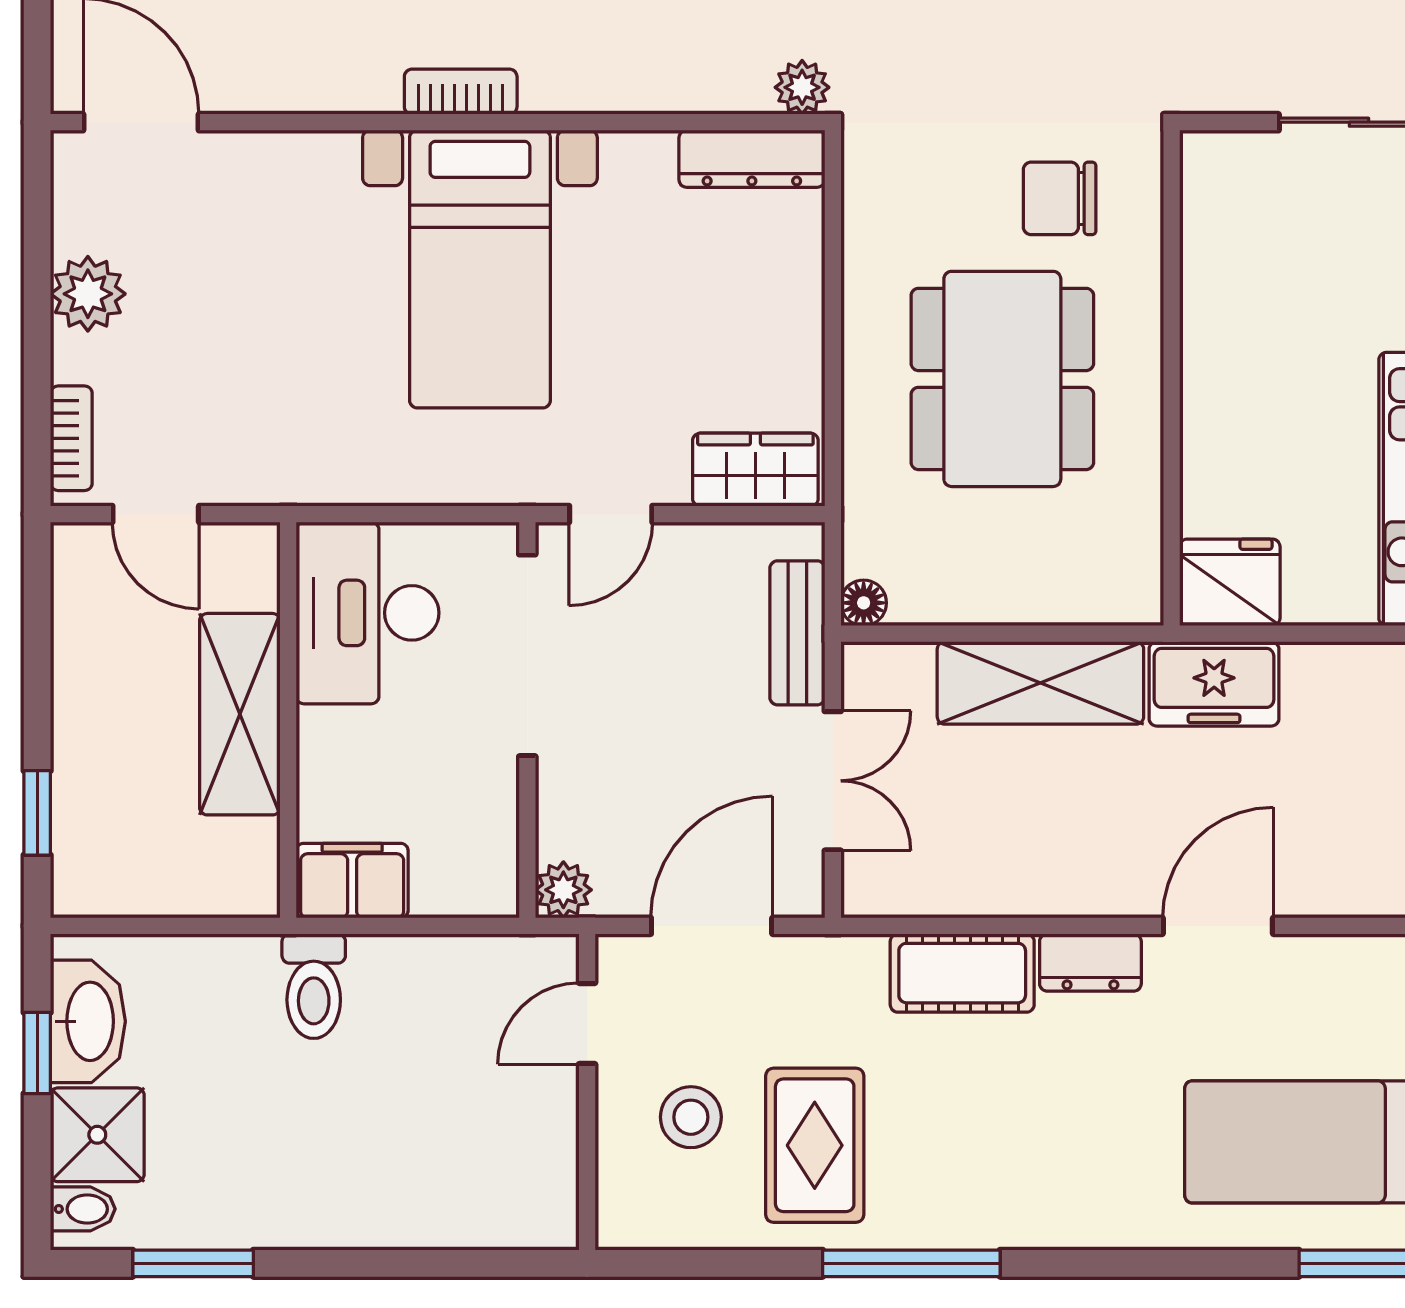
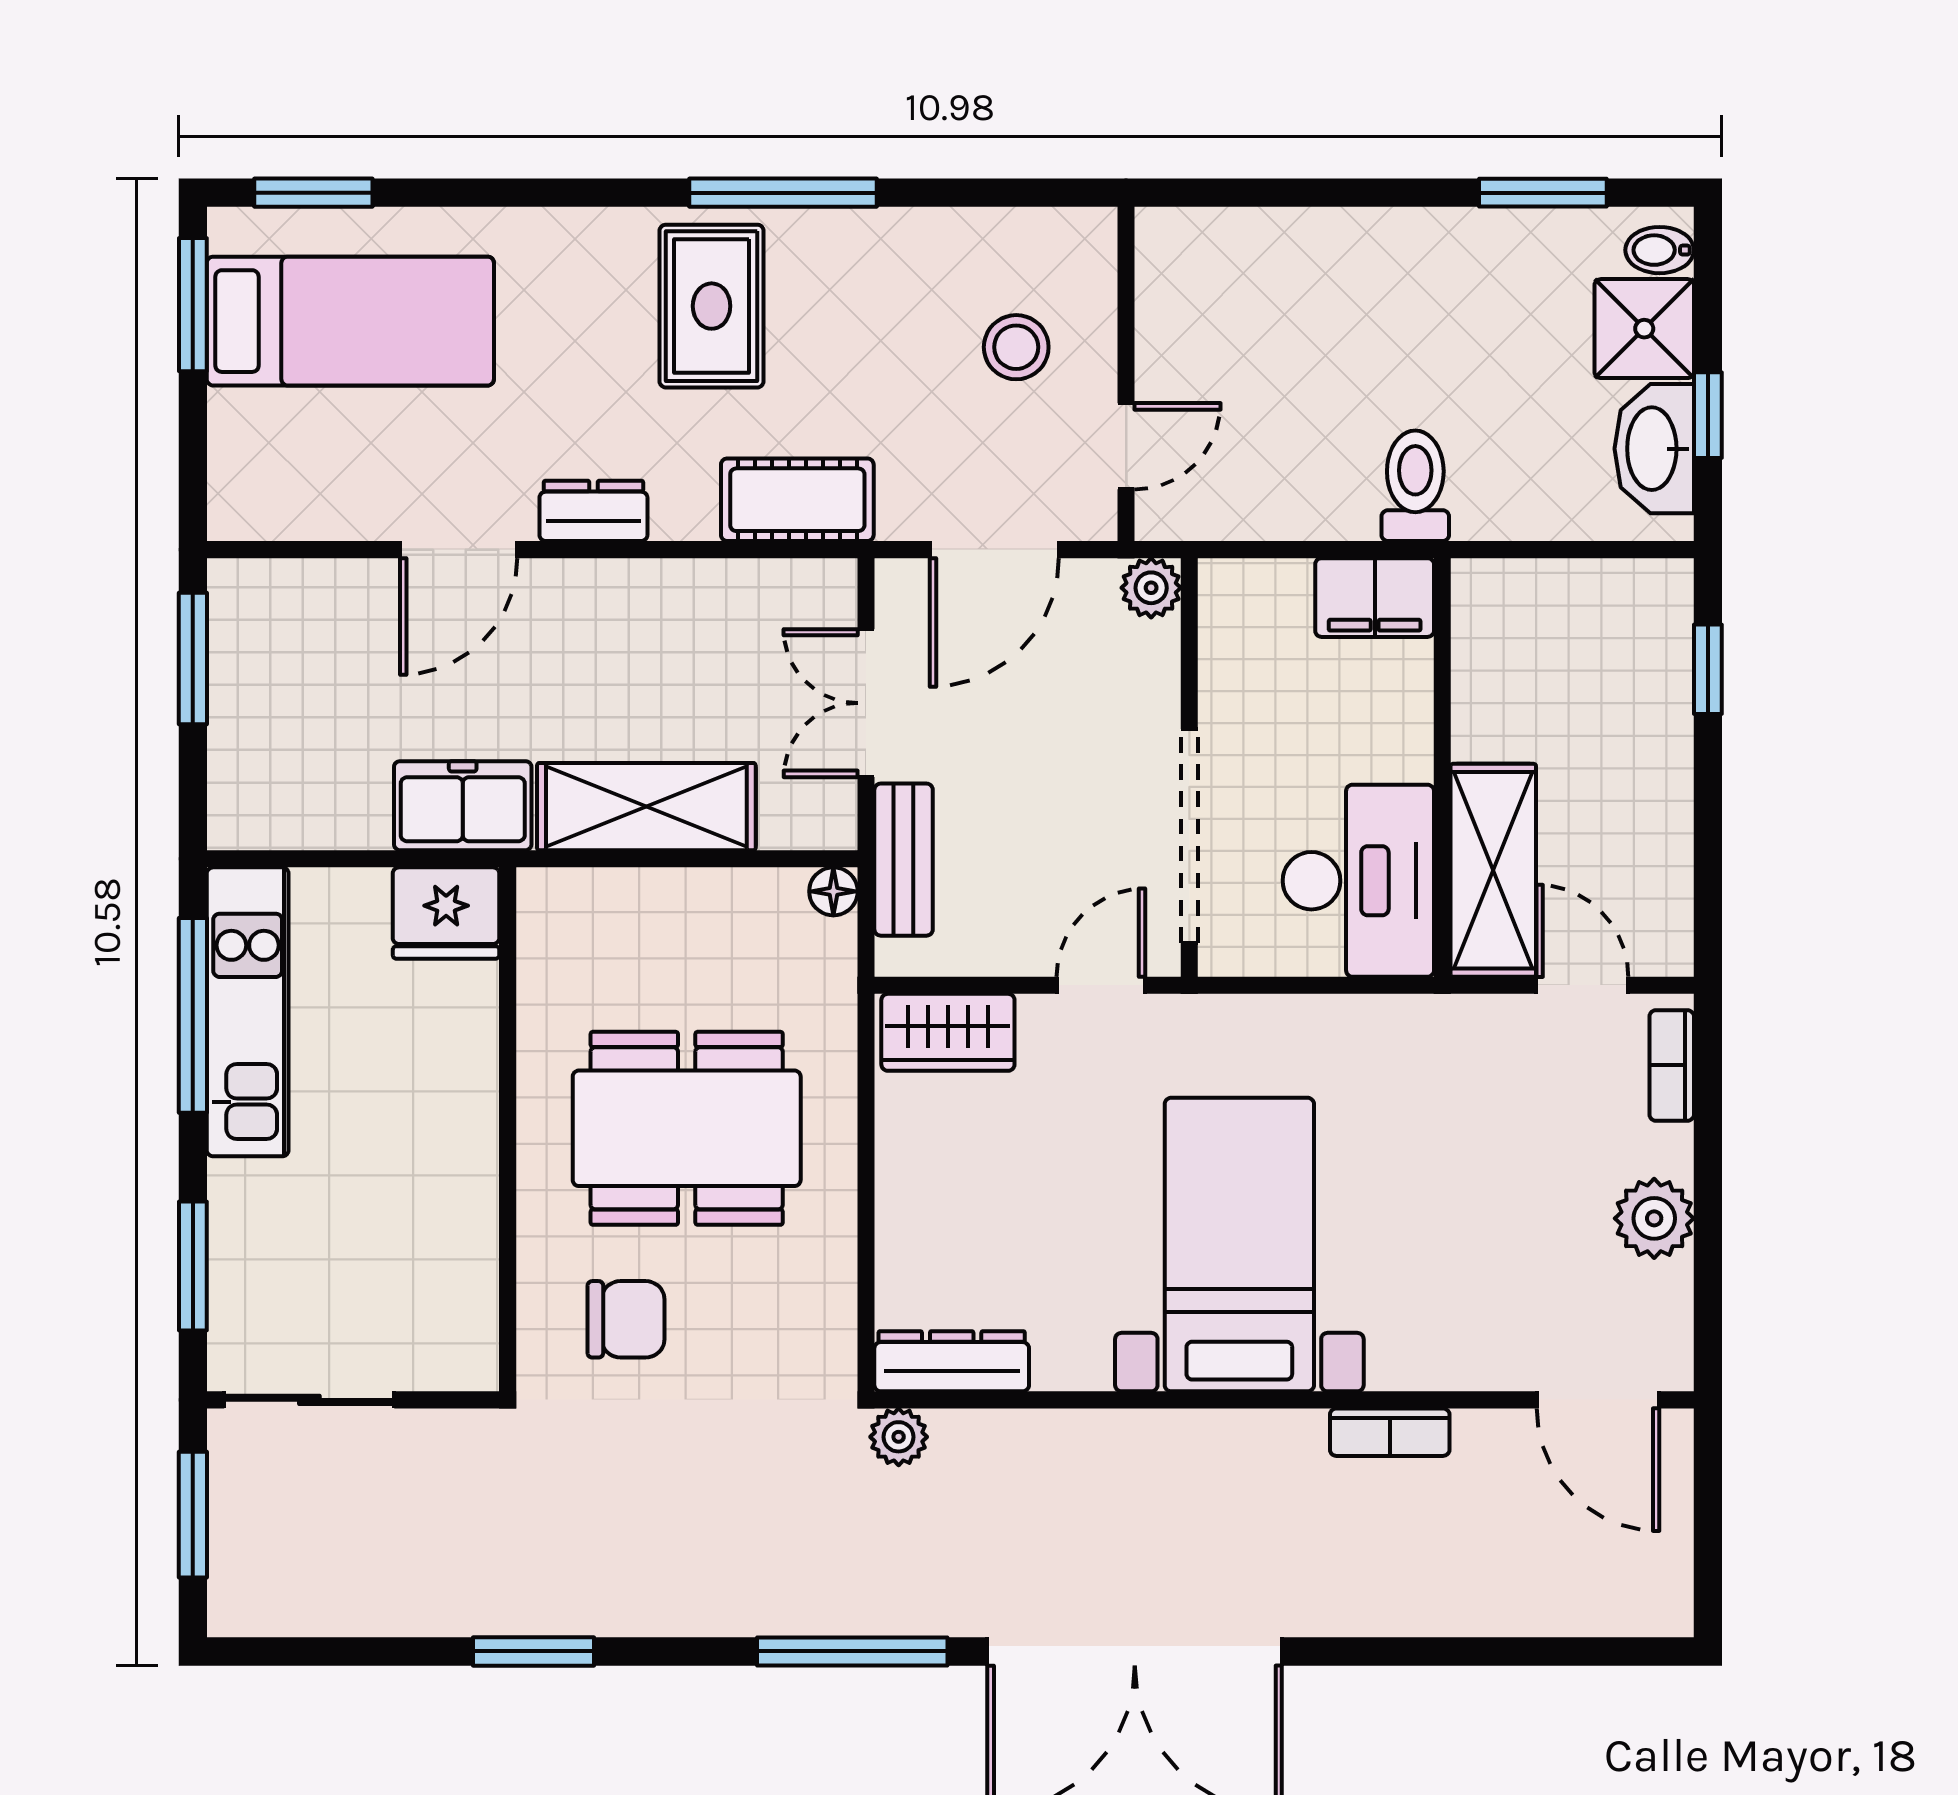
bookcase: (461, 92) -> (1390, 1432), moved
dining table: (1002, 379) -> (687, 1128), turned 90
shelving: (240, 714) -> (1493, 870), moved
cot: (962, 973) -> (797, 500), moved
rug: (815, 1145) -> (712, 306), moved

